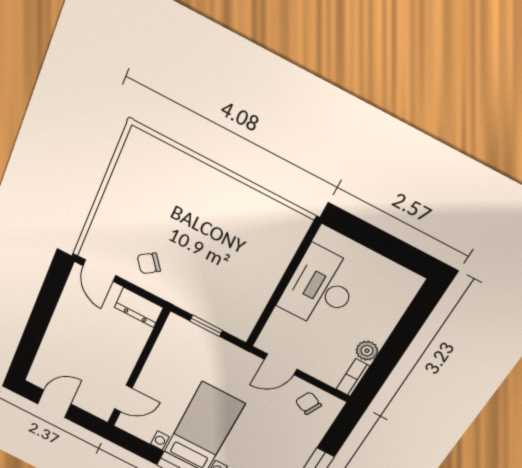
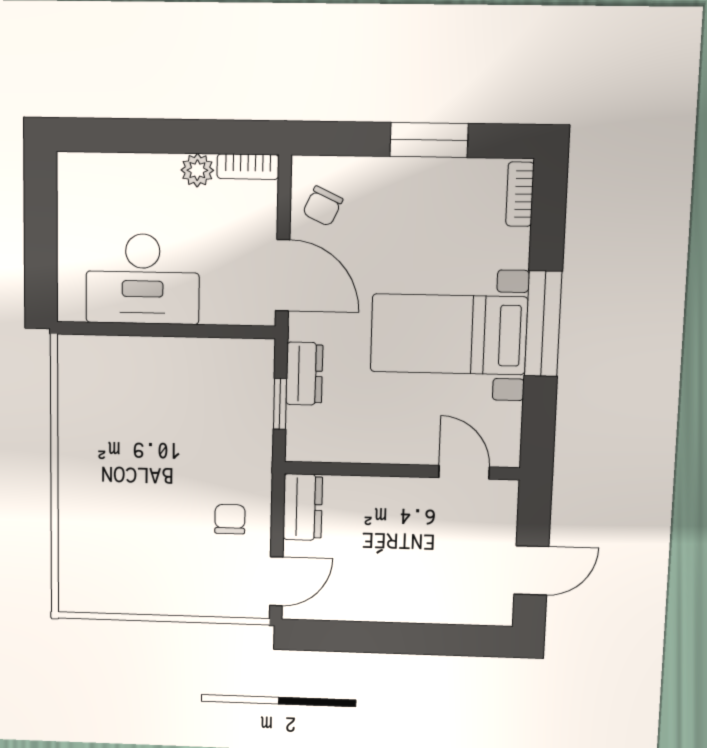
chair: (149, 263) -> (230, 519), turned -143
dresser: (218, 347) -> (304, 374), added
door: (281, 364) -> (283, 275), width x1.38
door: (54, 404) -> (531, 570), swing flipped

